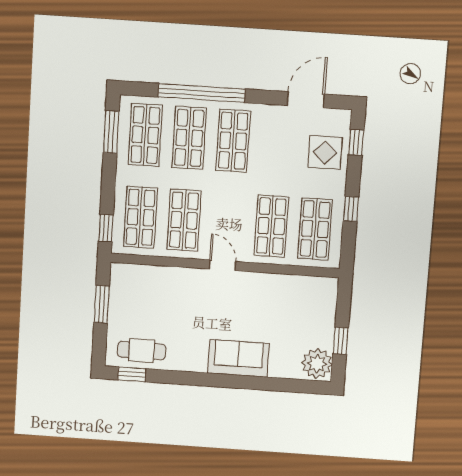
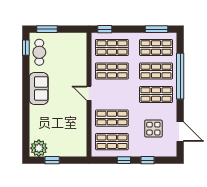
window: (356, 142) -> (148, 160), moved
display table: (325, 153) -> (153, 129), moved
door: (223, 265) -> (89, 93), swing flipped
window: (102, 304) -> (47, 29), moved
sofa: (238, 358) -> (39, 88), moved

